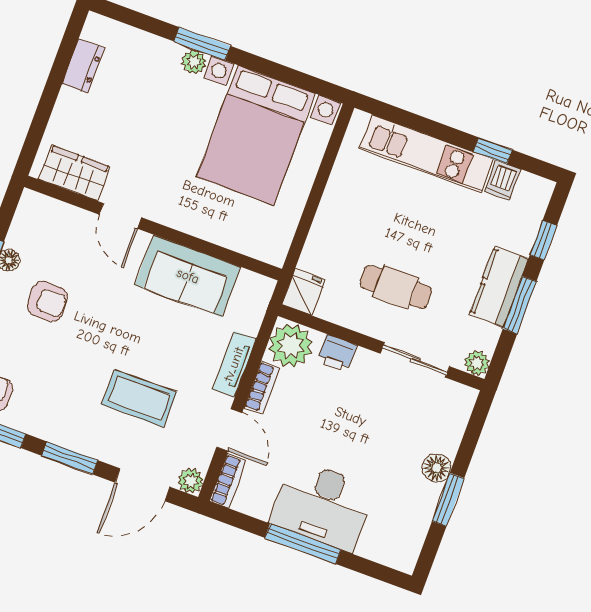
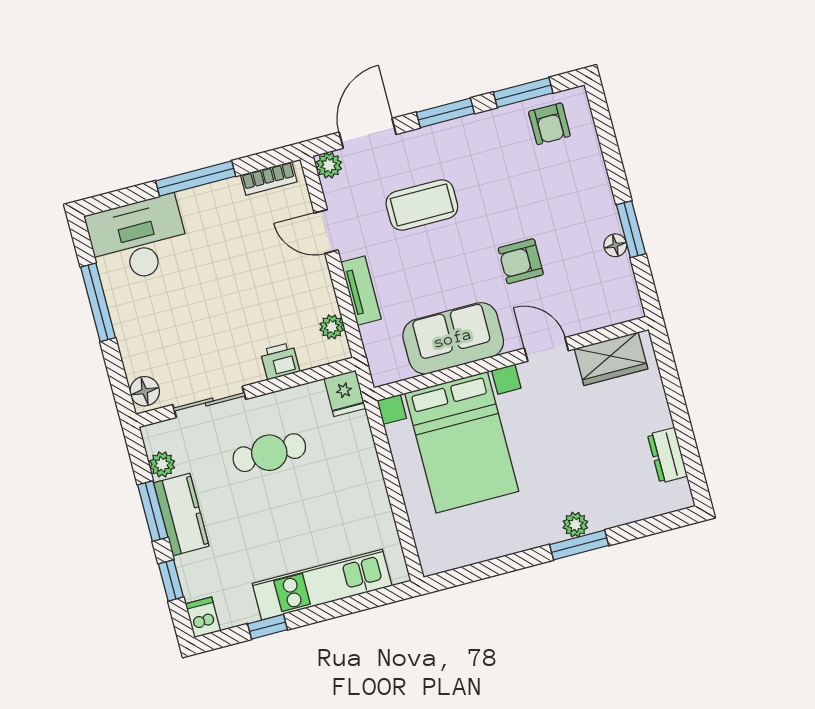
bed with nightstands: (256, 135) -> (462, 442), moved, turned 180
dishwasher: (502, 180) -> (203, 617), moved
armchair: (47, 301) -> (521, 261), moved
plant: (291, 346) -> (332, 327), width x0.53, depth x0.53
plant: (477, 363) -> (162, 464), moved
bookcase: (262, 388) -> (324, 287), removed
floor lamp: (437, 468) -> (145, 391), moved
bookcase: (228, 481) -> (269, 178), moved, turned -90
window: (448, 500) -> (98, 302), width x1.44
desk: (322, 505) -> (138, 240), moved

